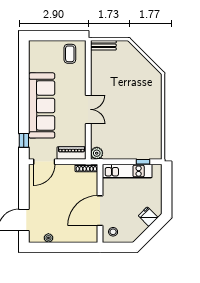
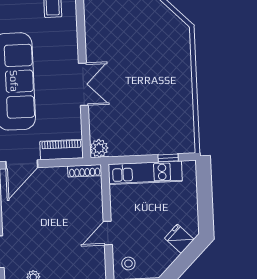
door: (100, 211) -> (108, 233), width x0.53

